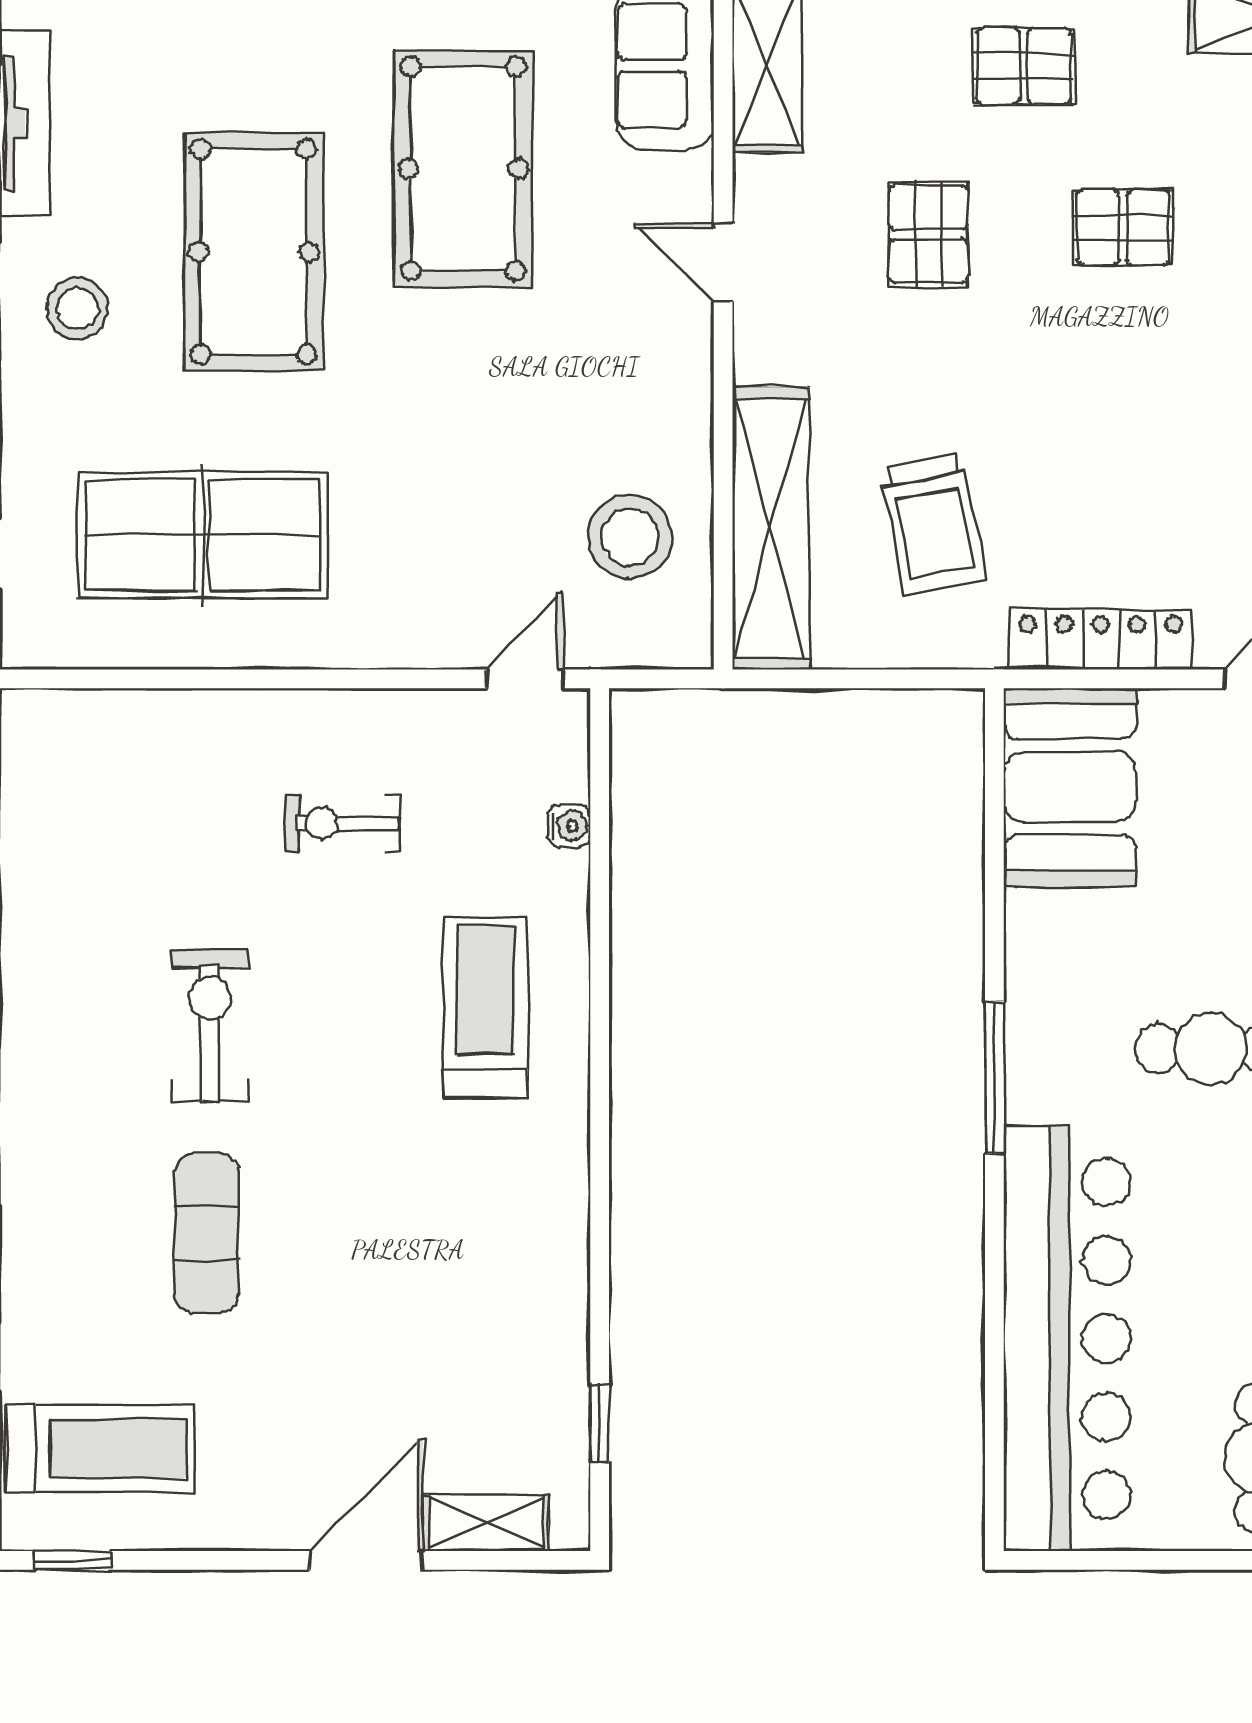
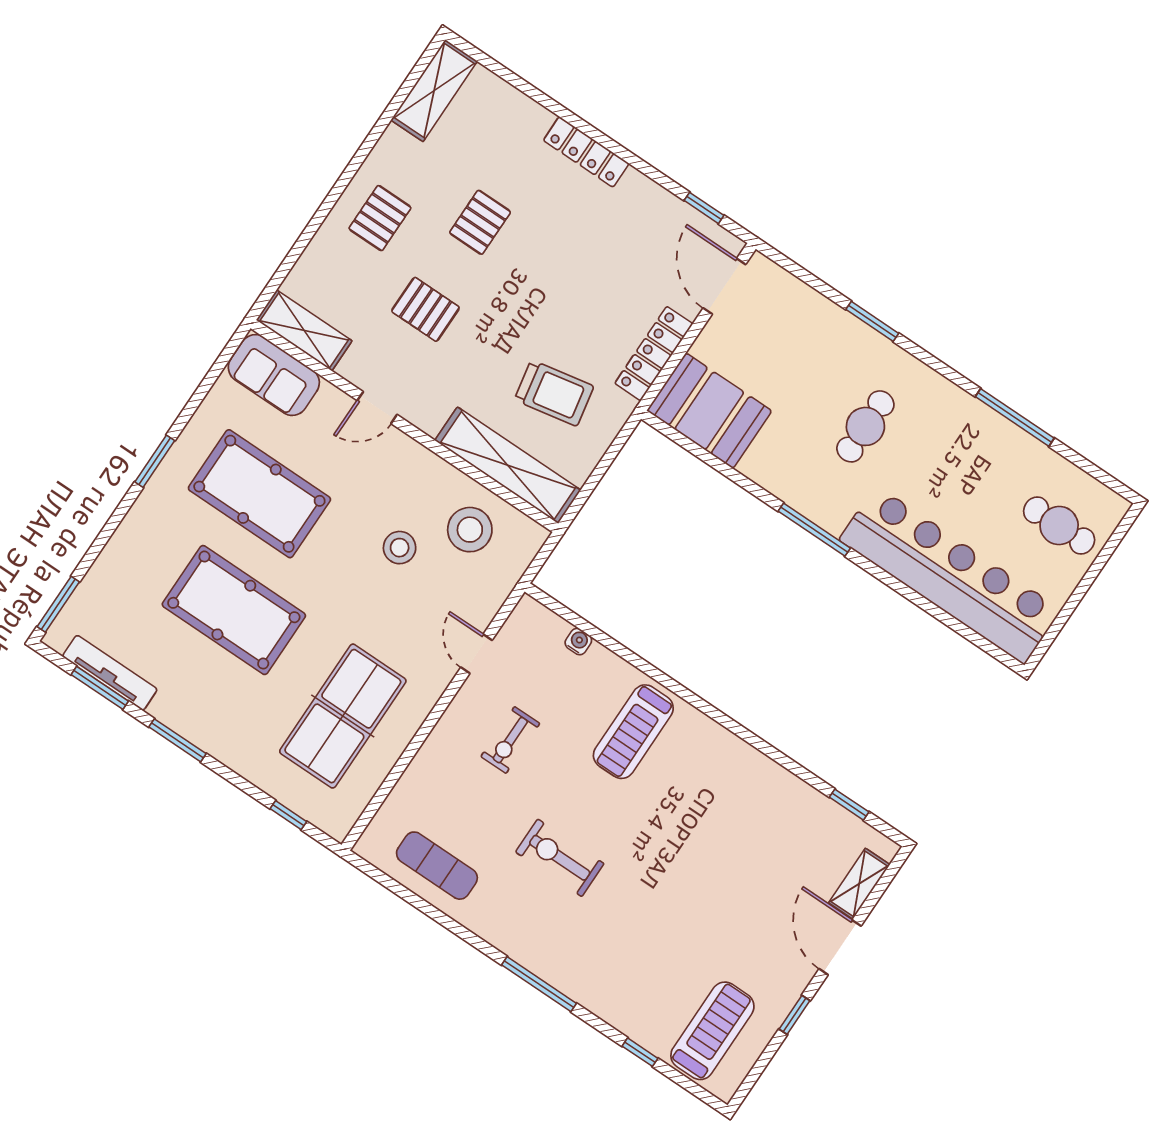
stool: (77, 309) -> (400, 548), moved
door: (525, 679) -> (476, 654), moved
treadmill: (486, 1008) -> (633, 732), turned -90
exercise mat: (207, 1233) -> (437, 866), moved
window: (73, 1560) -> (795, 1015), moved

